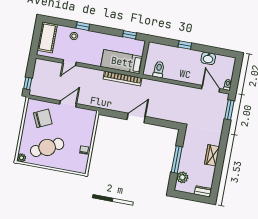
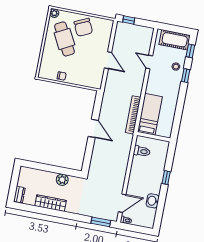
window: (130, 35) -> (190, 51), moved
chair: (43, 118) -> (83, 27), moved
wardrobe: (212, 155) -> (51, 203), width x1.50
window: (177, 159) -> (51, 169), removed
plant: (182, 177) -> (62, 180), moved

